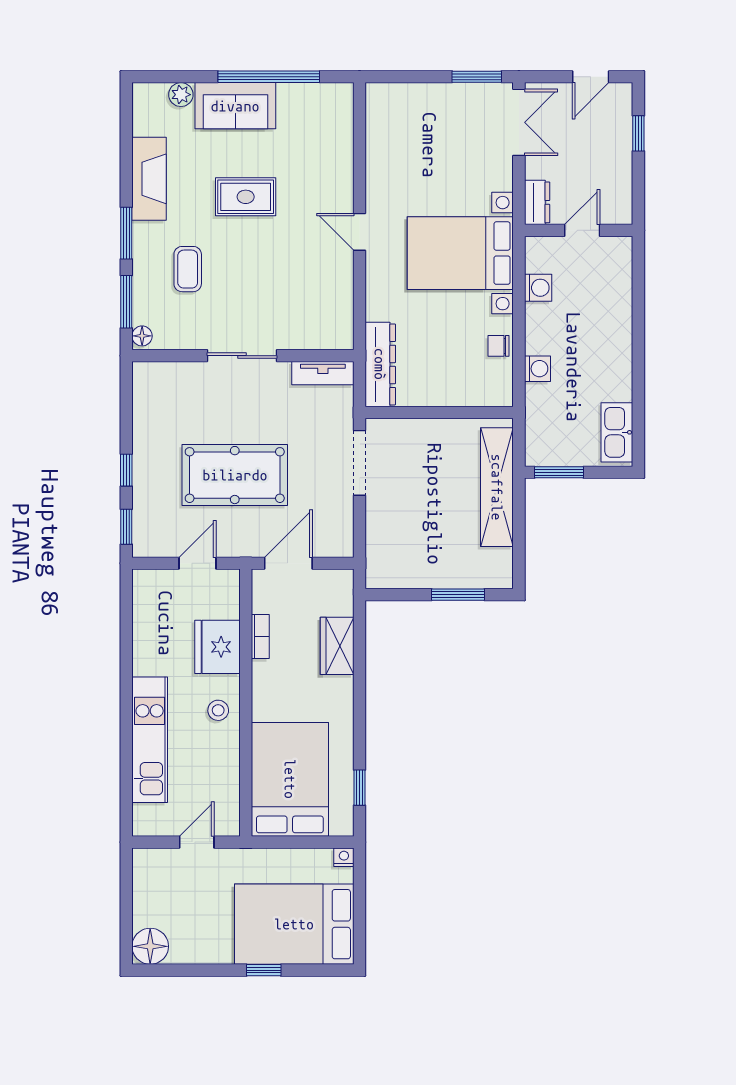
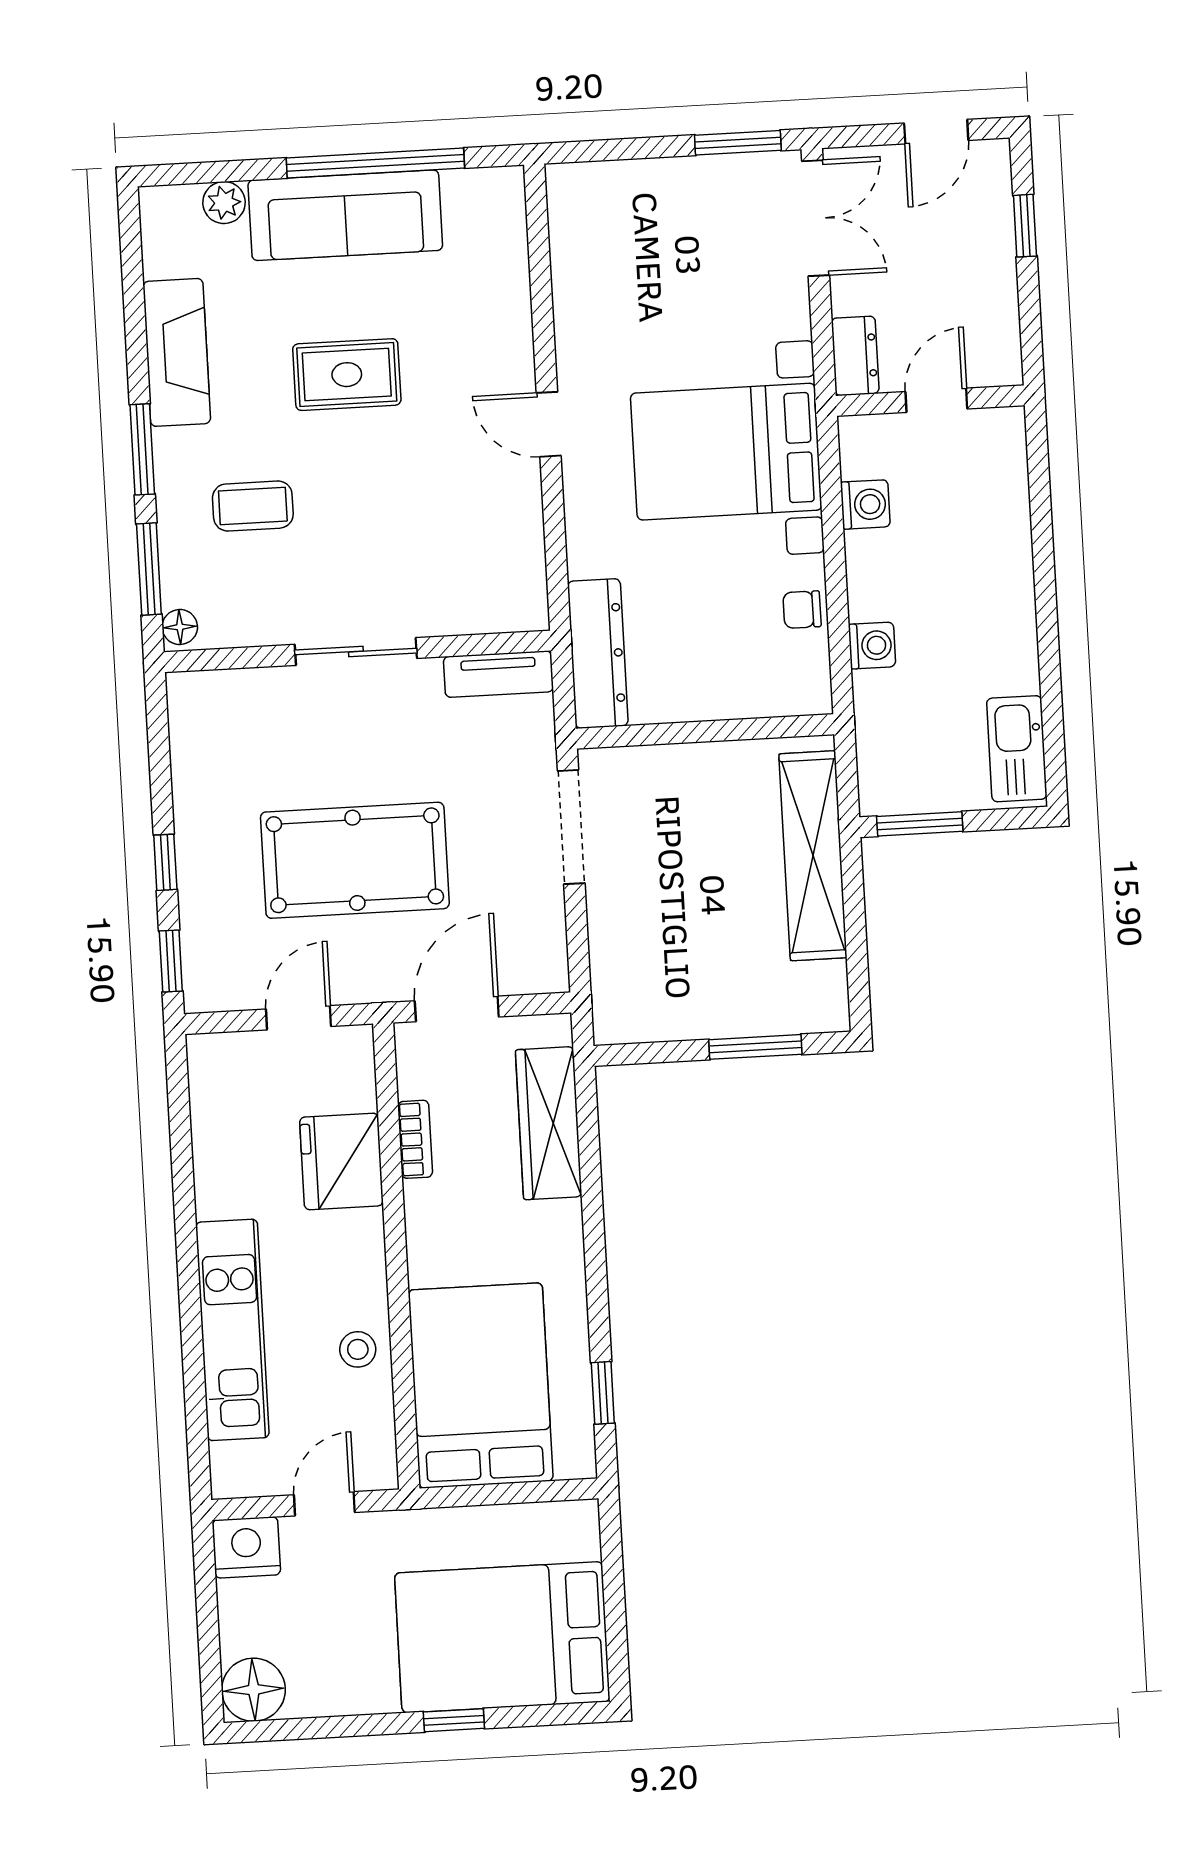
sofa: (235, 106) -> (345, 215), width x1.36
coffee table: (188, 269) -> (253, 506), turned 90
wardrobe: (337, 646) -> (549, 1123), width x1.50
stool: (218, 710) -> (358, 1349), moved
nightstand: (344, 857) -> (246, 1547), moved, width x1.89, depth x1.79

